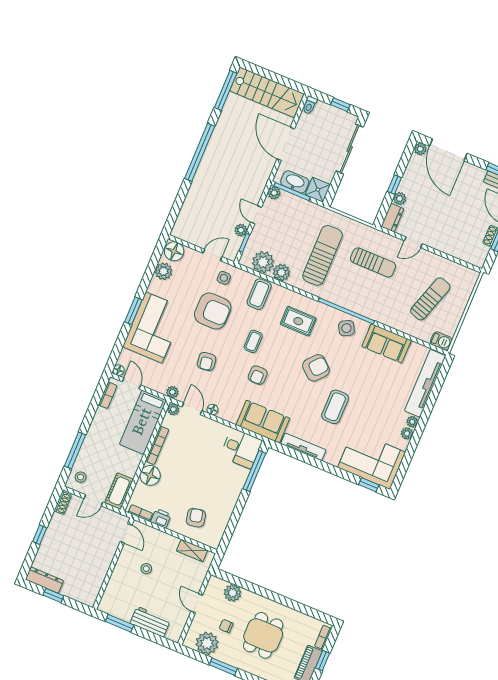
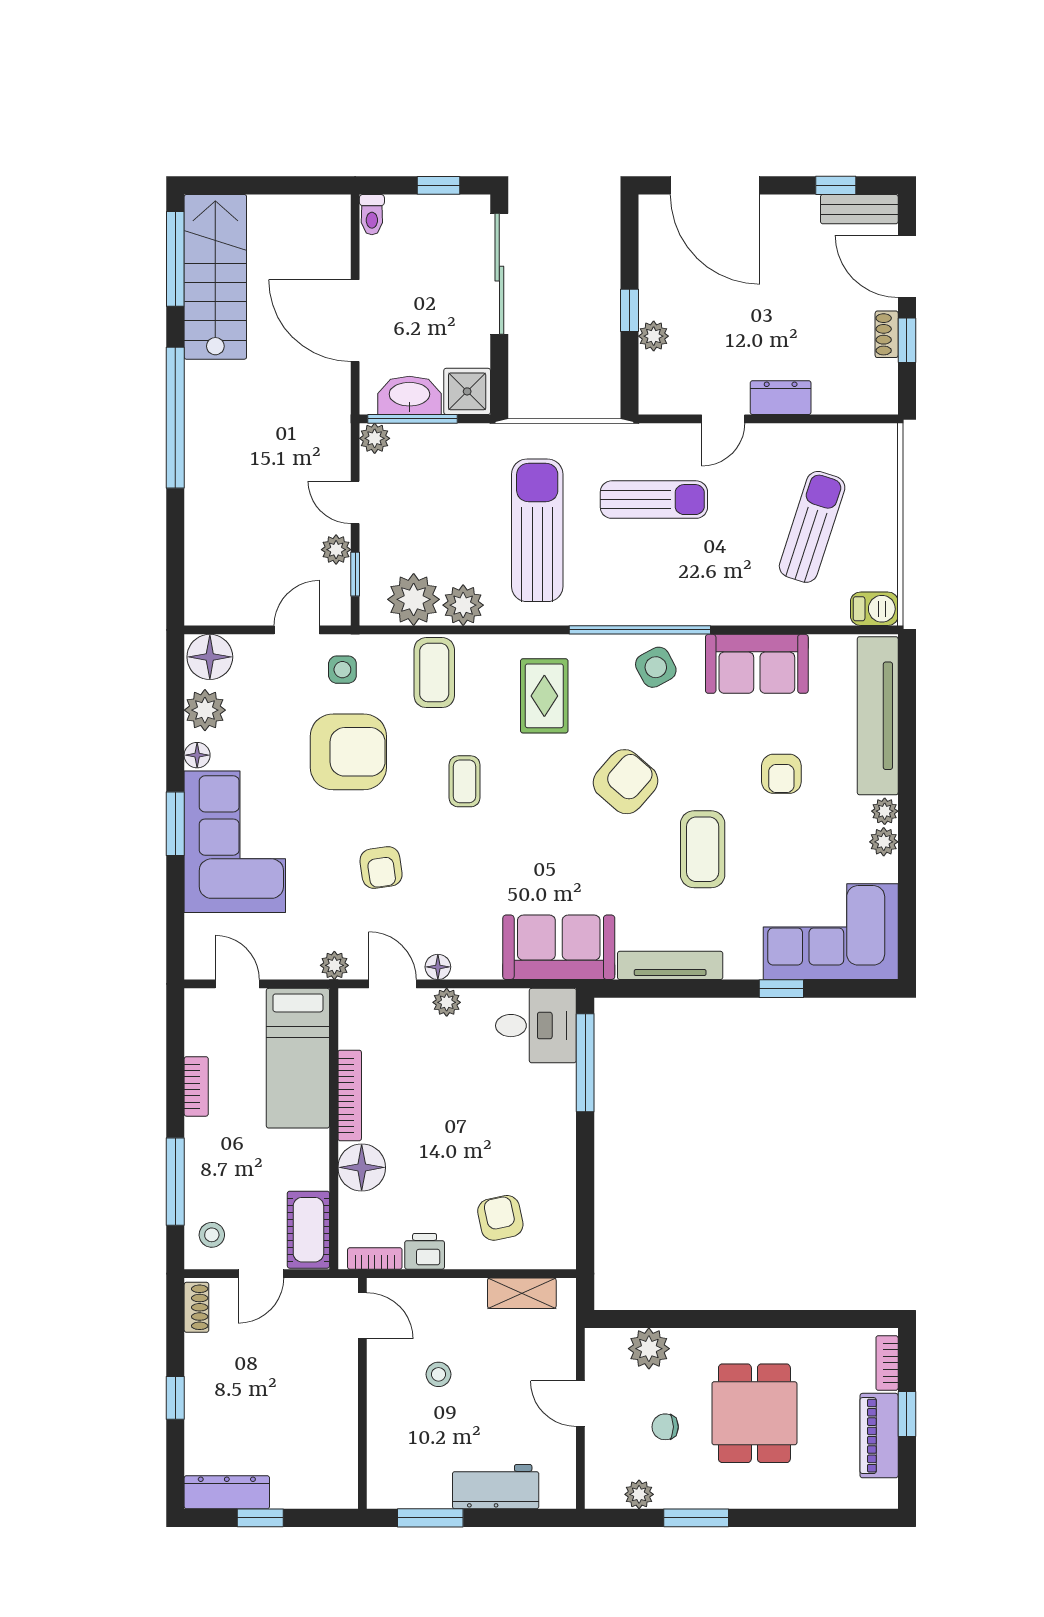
stairs: (267, 92) -> (215, 277), moved, turned -90
plant: (420, 149) -> (653, 209), removed
dresser: (392, 218) -> (781, 398), moved, turned -90
rug: (298, 321) -> (544, 696), turned 90
floor lamp: (119, 370) -> (197, 755), moved
armchair: (258, 375) -> (781, 774), moved
bookcase: (108, 395) -> (196, 1086), moved
plant: (173, 409) -> (447, 1002), moved
window: (369, 485) -> (781, 989), moved
plant: (207, 643) -> (639, 1494), width x0.53, depth x0.53

